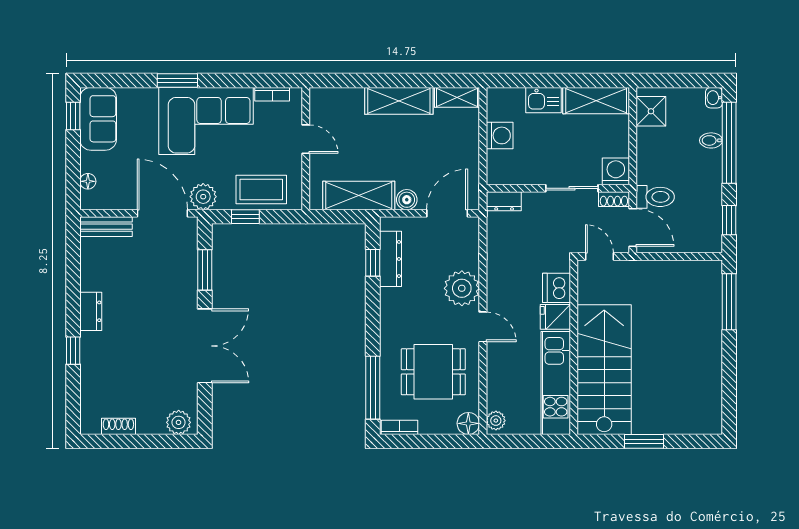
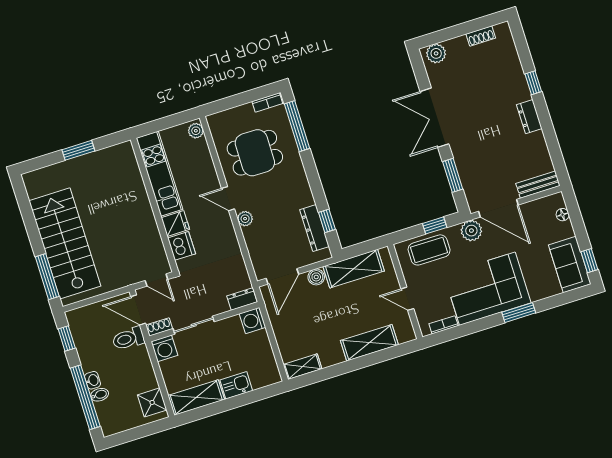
washbasin: (714, 98) -> (93, 380), moved
shelving: (399, 101) -> (369, 343), moved
washing machine: (500, 135) -> (253, 321), moved
plant: (462, 288) -> (245, 219), width x0.53, depth x0.53
stairs: (604, 370) -> (65, 243), moved, turned 180
floor lamp: (468, 423) -> (216, 122), removed

